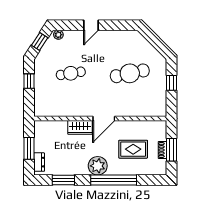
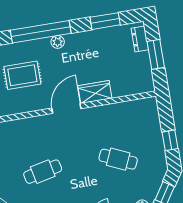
cafe table: (71, 73) -> (118, 159), turned 33
cafe table: (130, 73) -> (43, 172), width x0.73, depth x0.74
plant: (98, 166) -> (58, 42), width x0.53, depth x0.53

